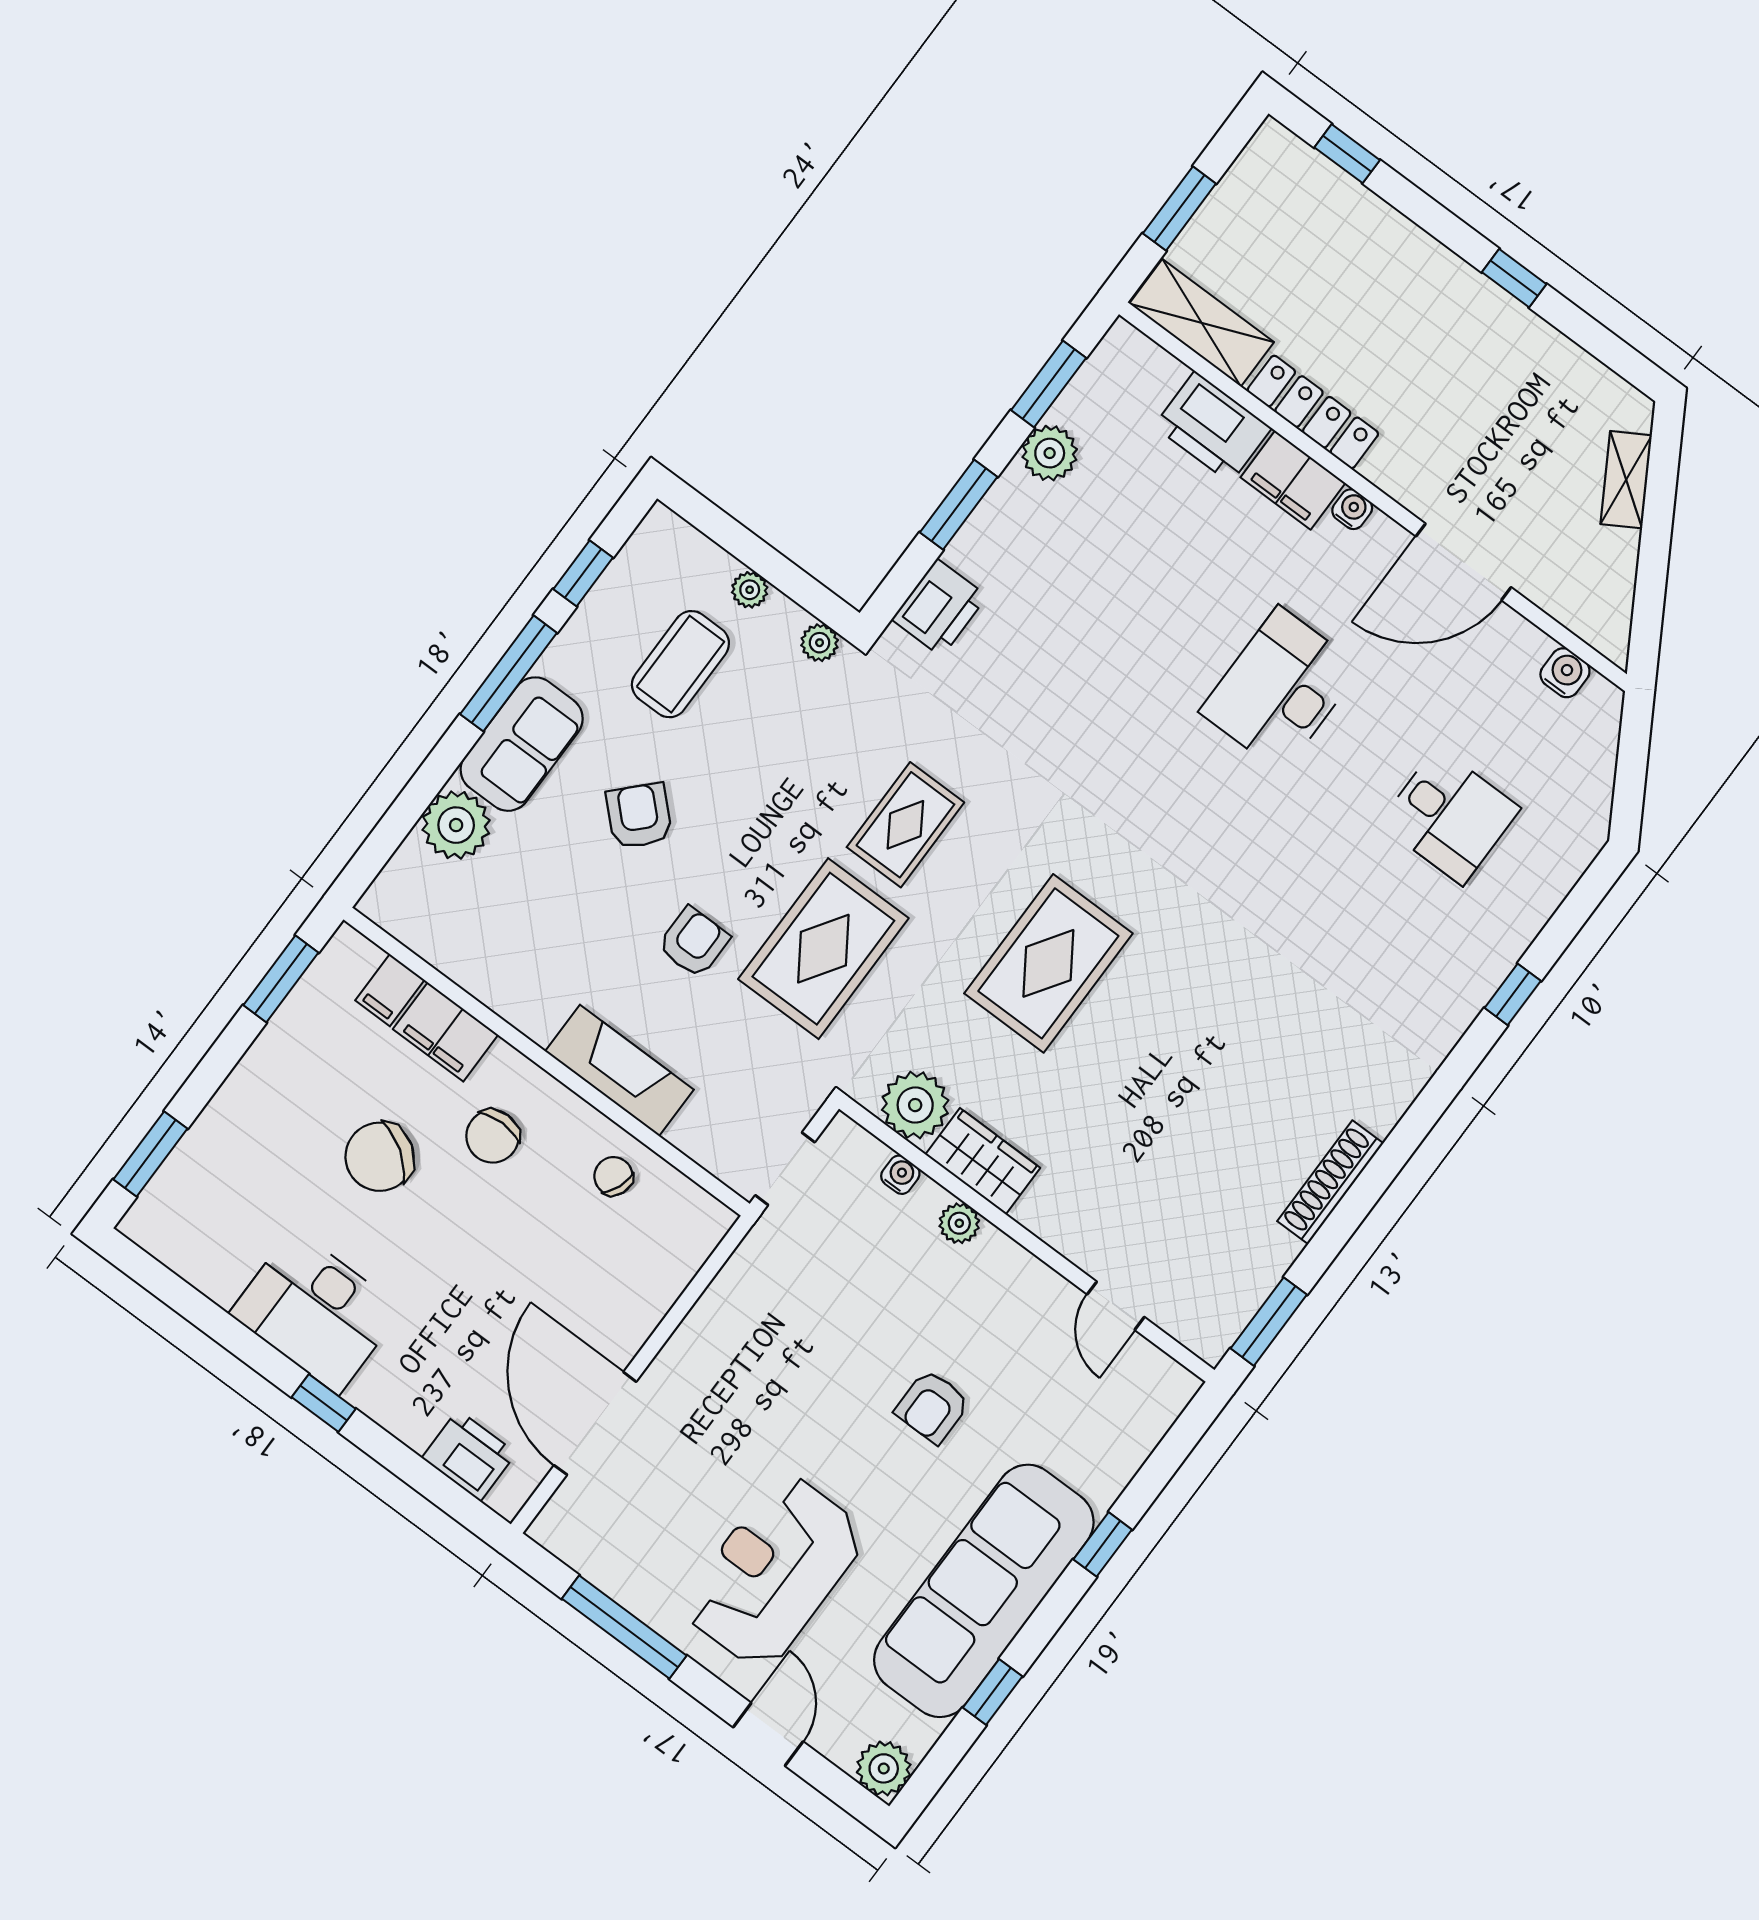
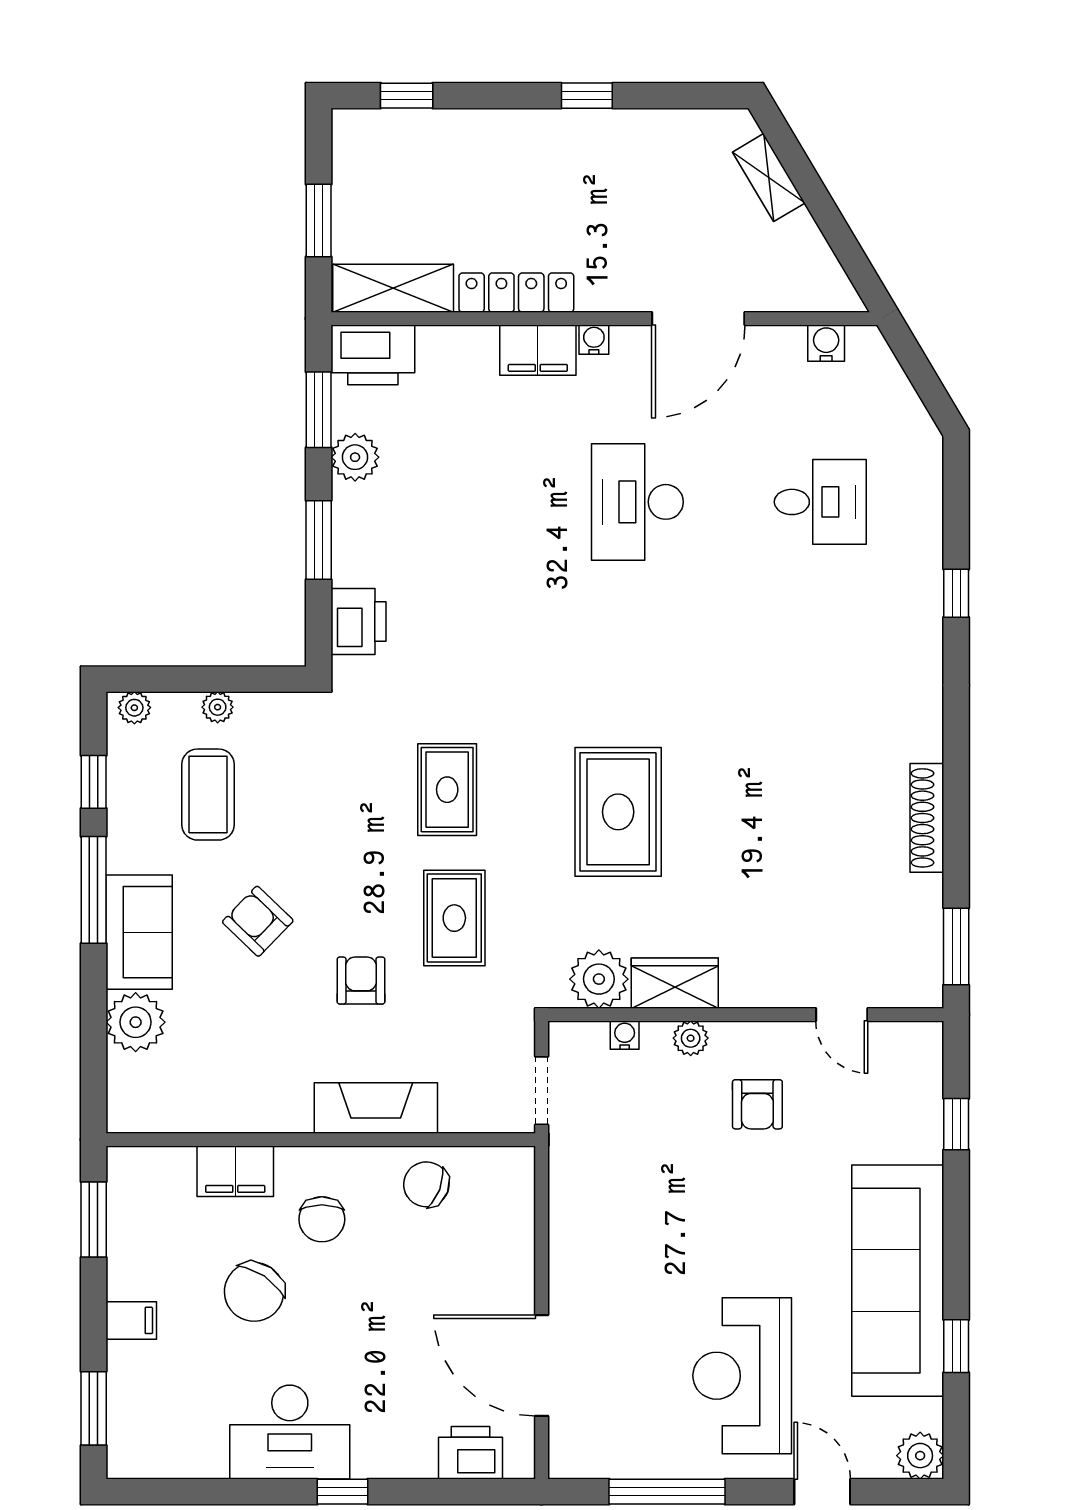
printer: (1213, 427) -> (373, 355), moved
plant: (820, 643) -> (134, 708), moved
rug: (823, 949) -> (454, 918), width x0.73, depth x0.70
filing cabinet: (390, 990) -> (131, 1320), moved, turned -90
chair: (613, 1176) -> (426, 1184), width x1.37, depth x1.37
armchair: (932, 1407) -> (757, 1104), moved
window: (1103, 1544) -> (956, 1124), moved

